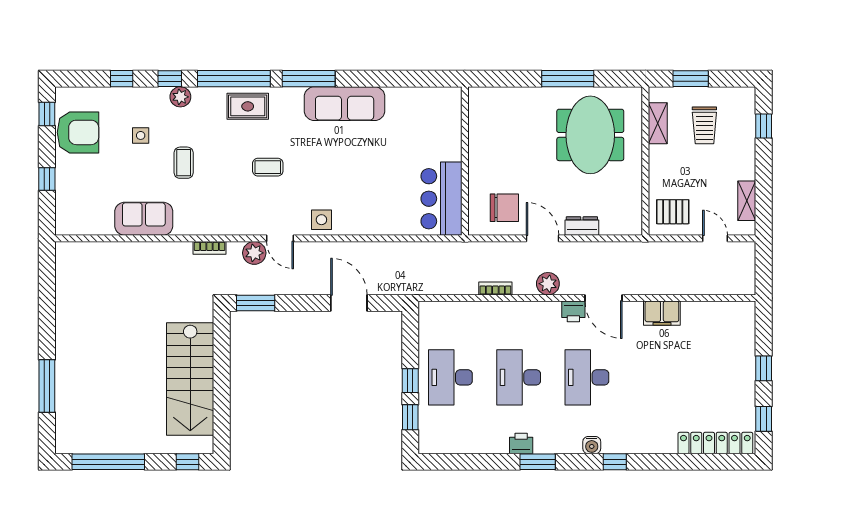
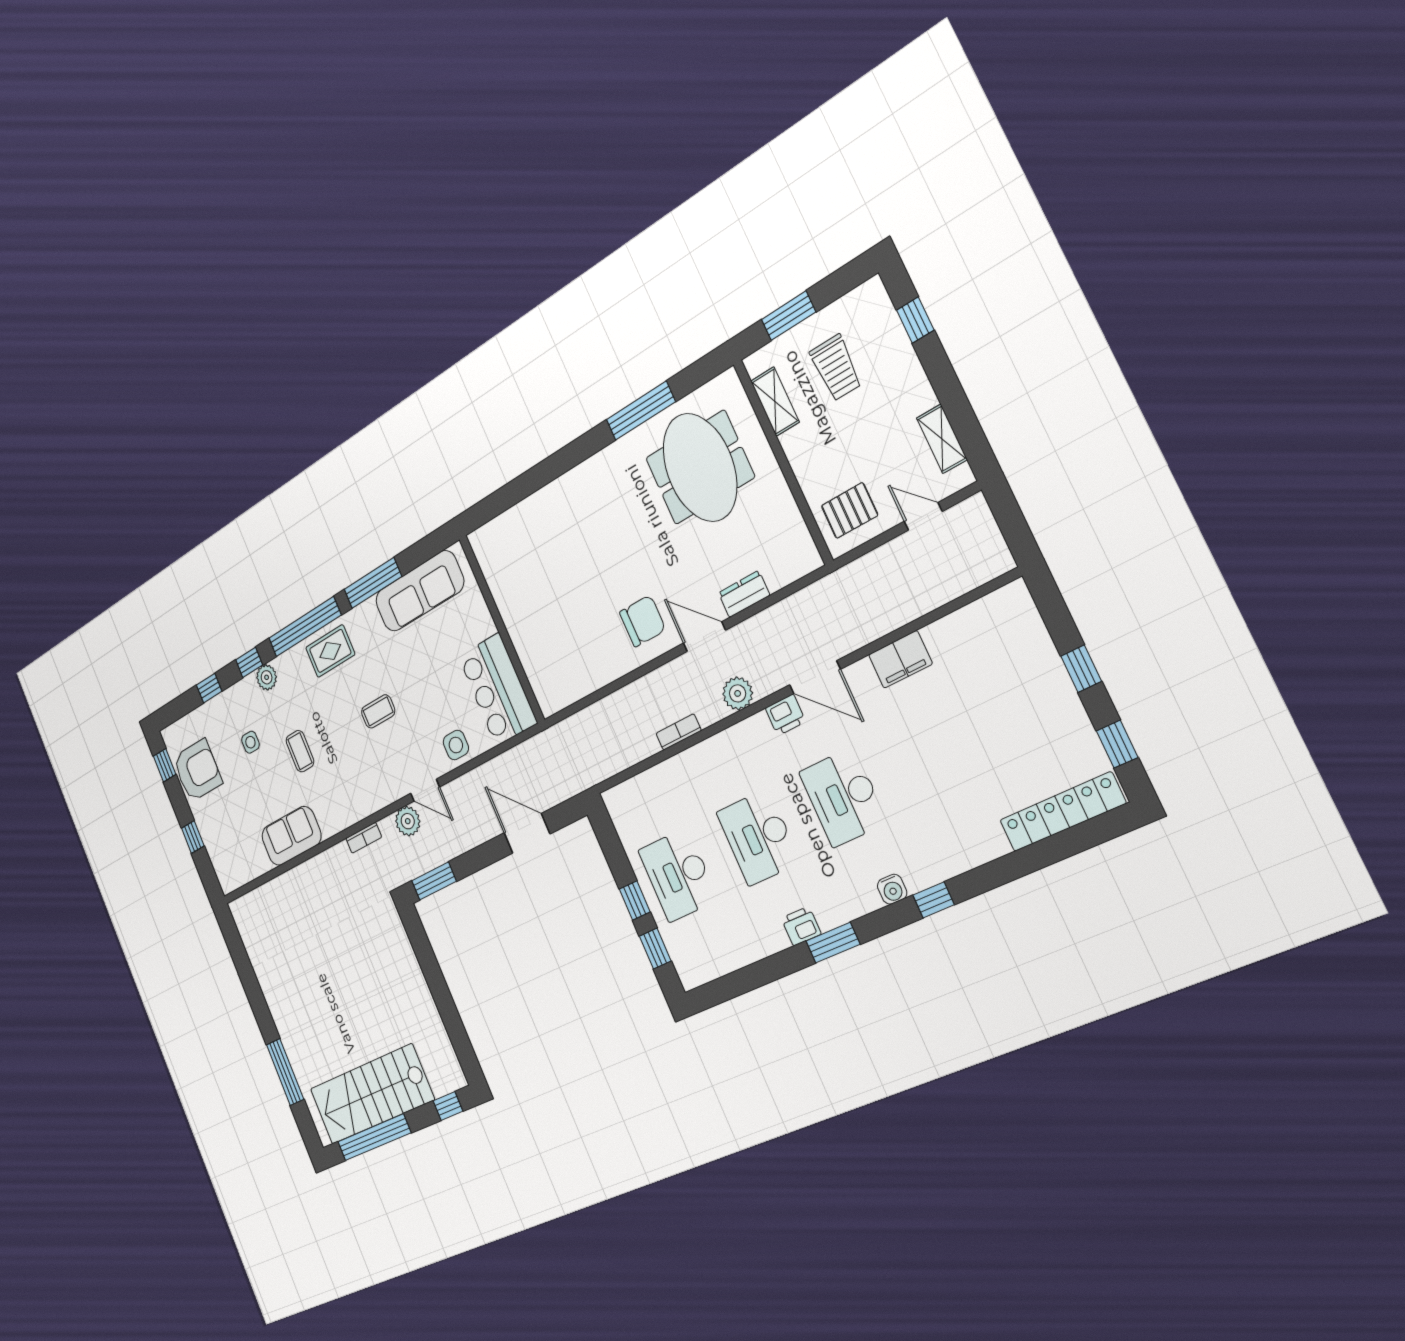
wall: (465, 161) -> (502, 629), moved
bar counter: (441, 199) -> (498, 689), moved
stairs: (190, 379) -> (371, 1094), moved, turned 90

